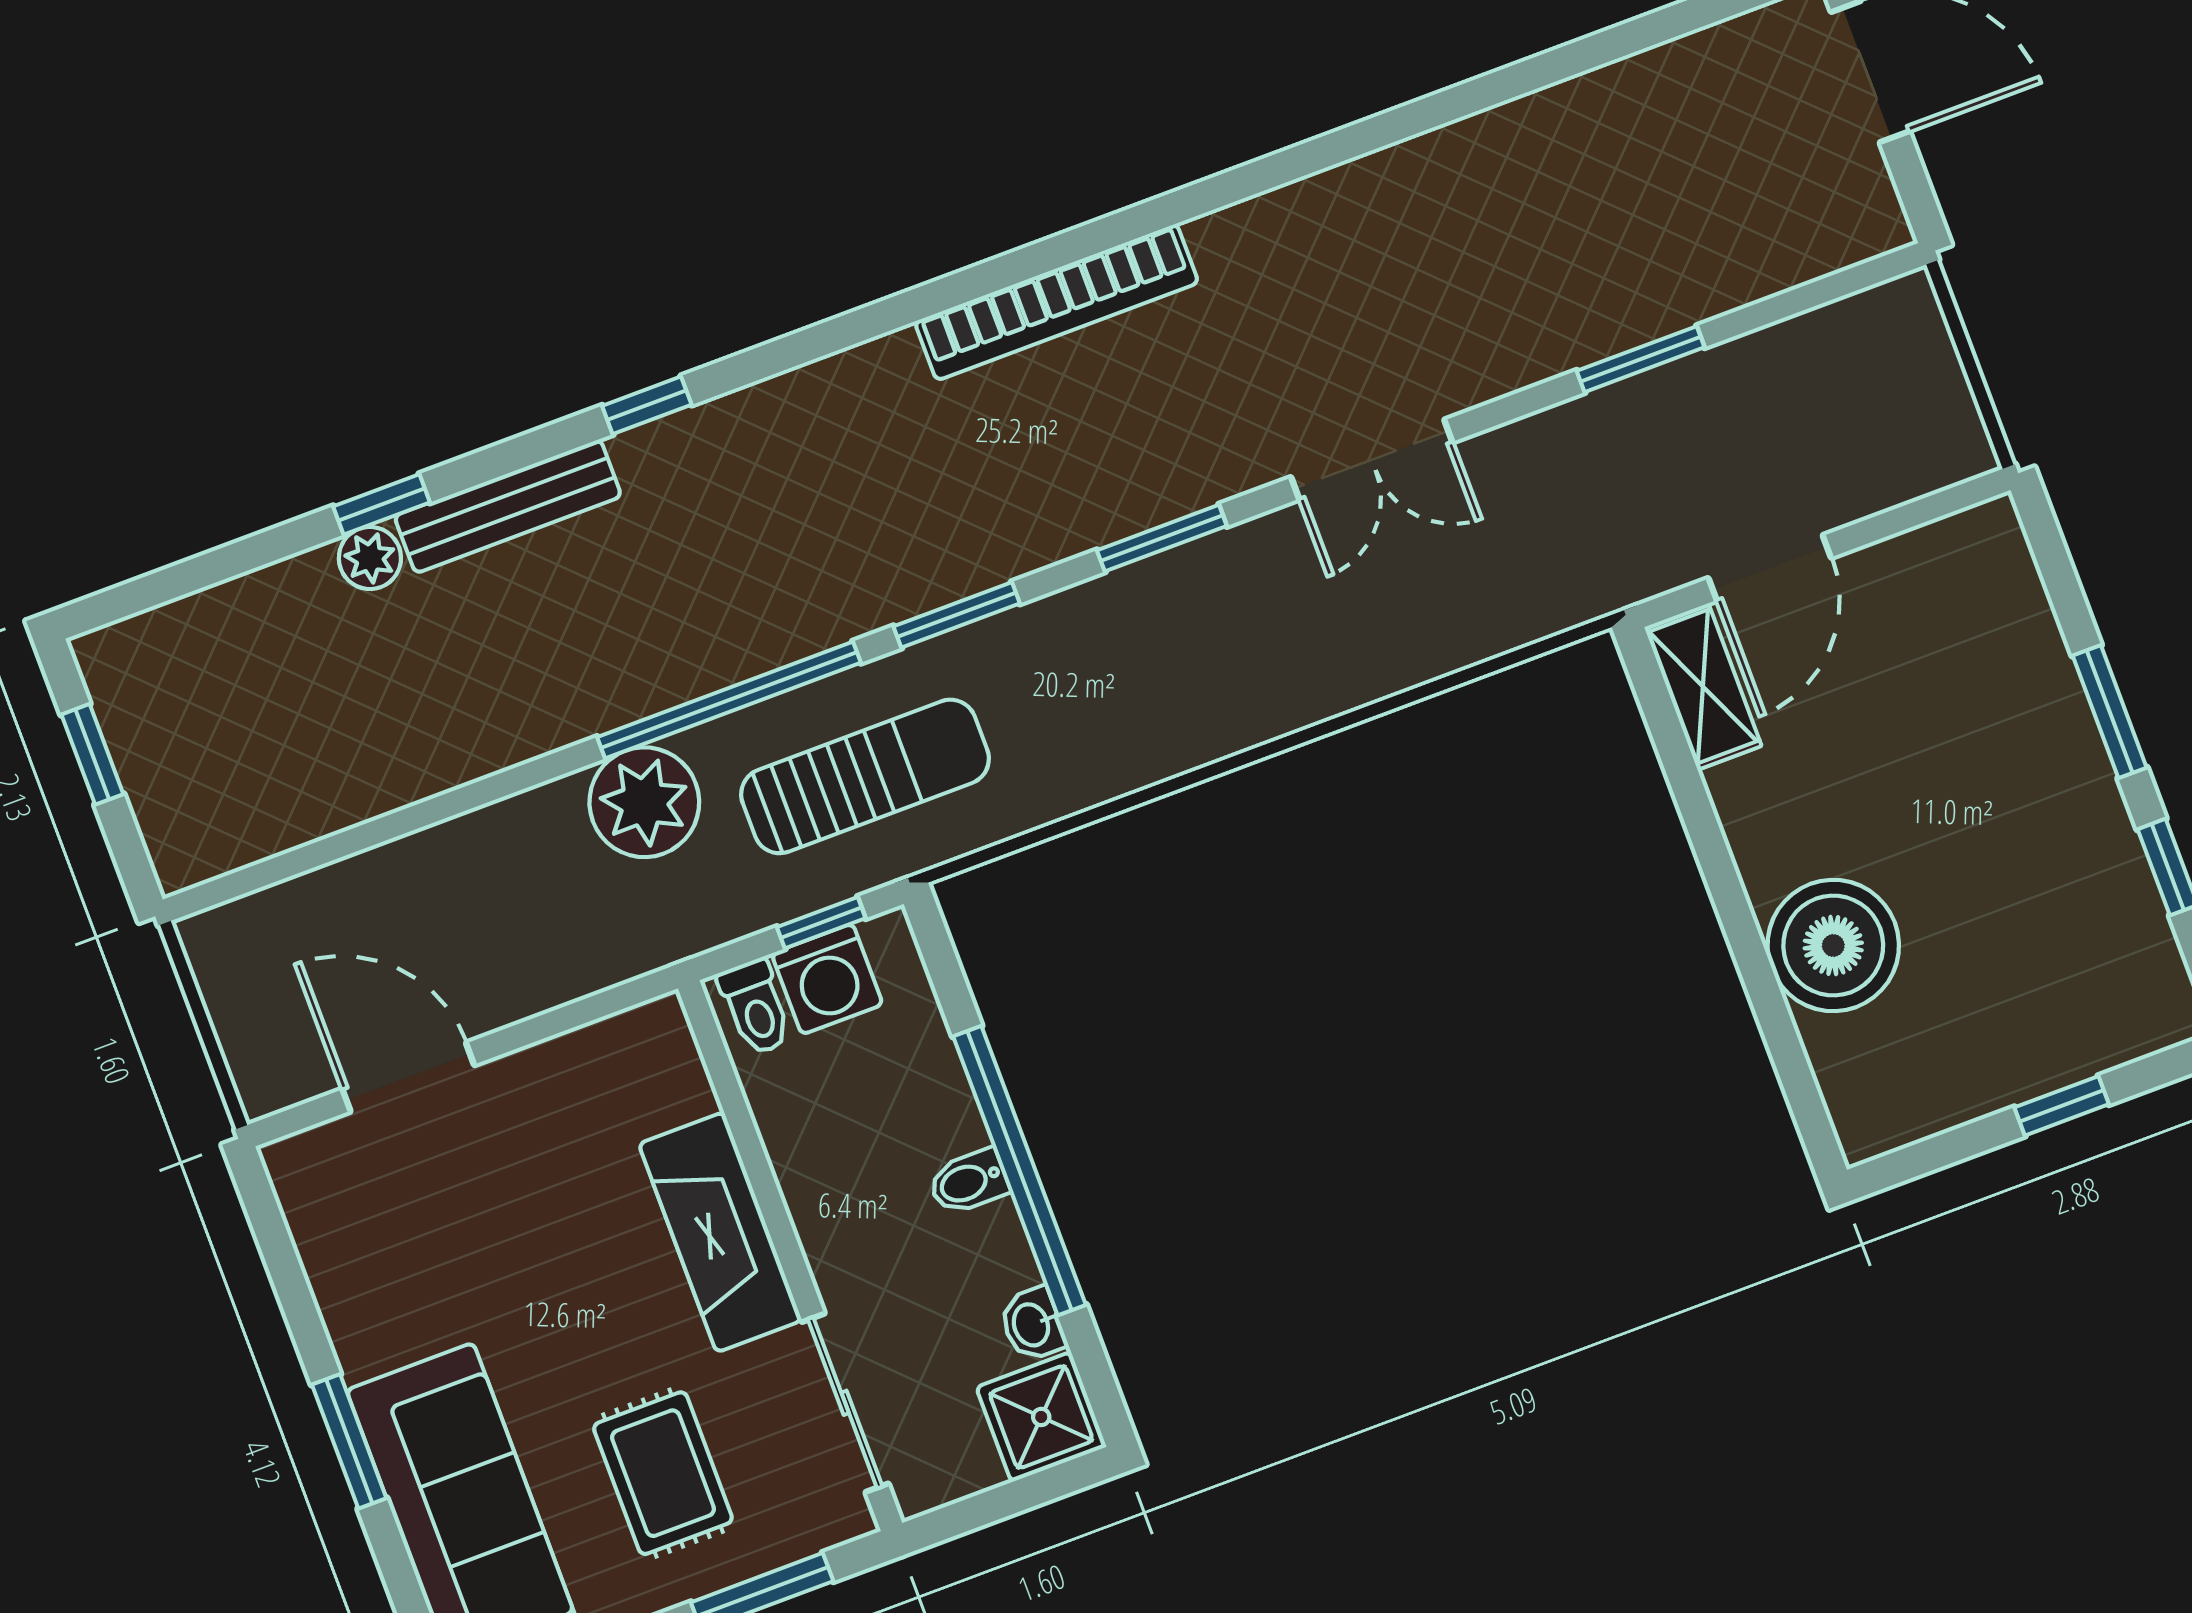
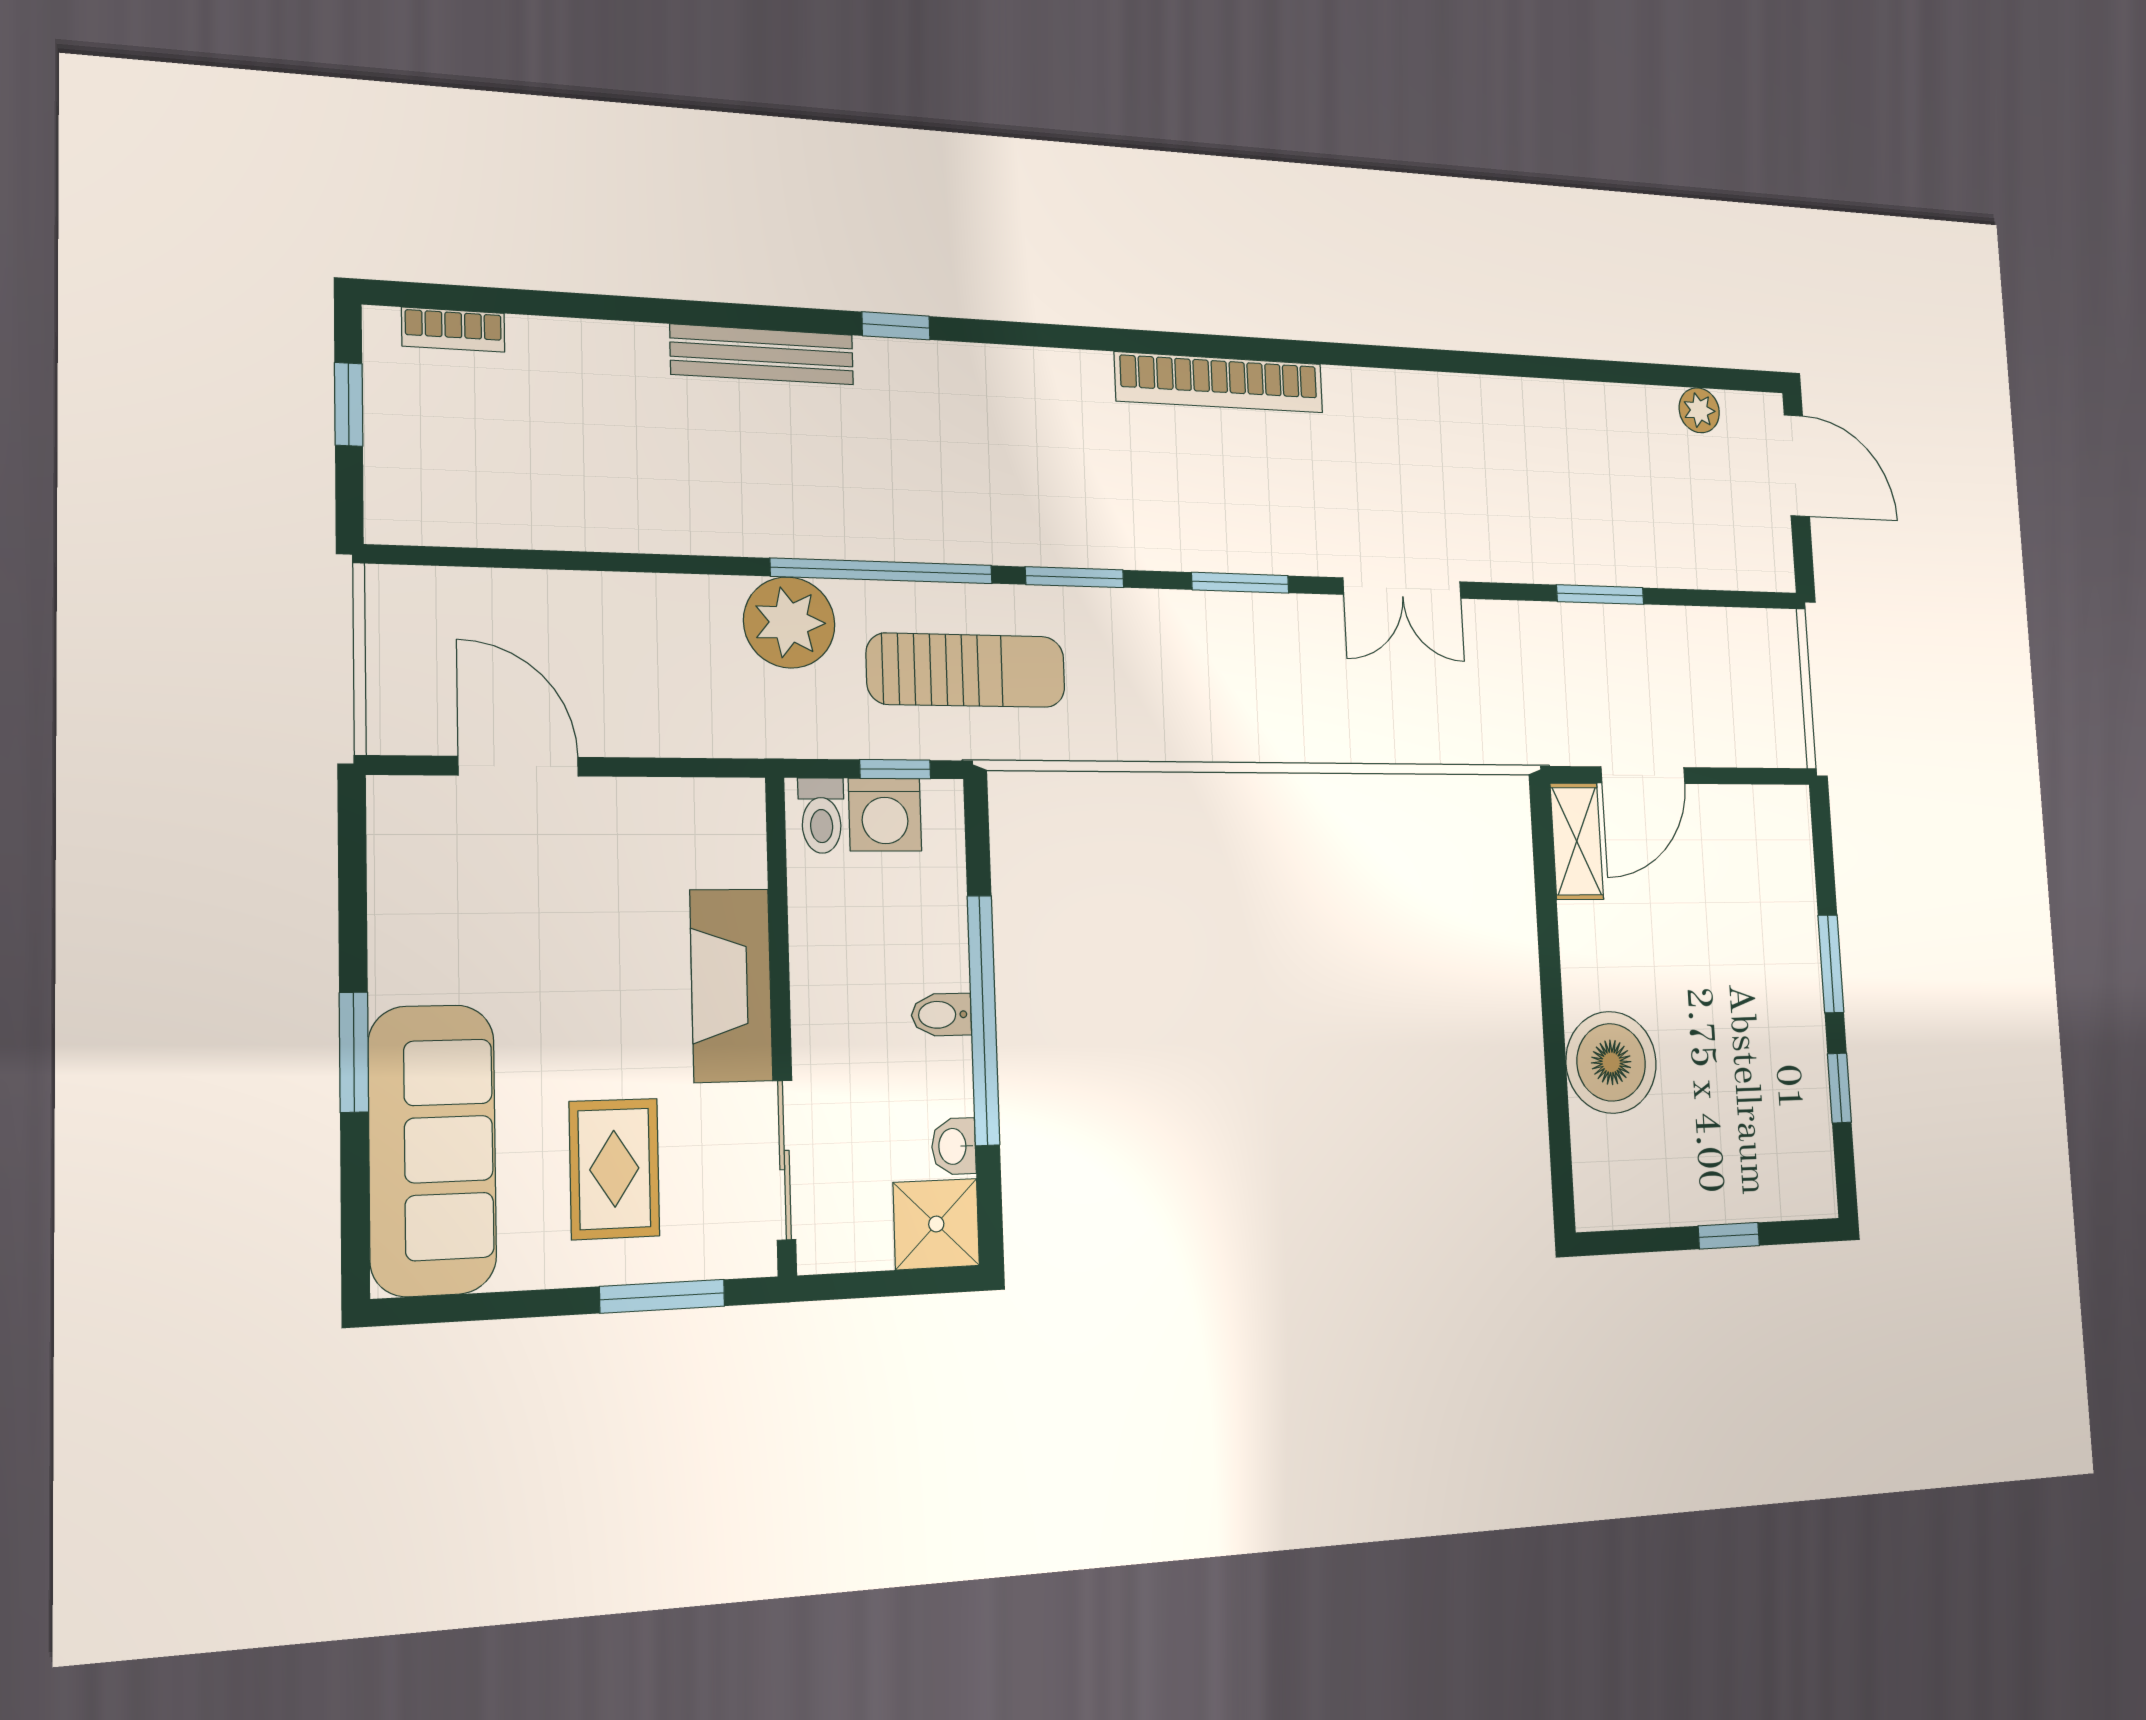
window: (381, 504) -> (663, 311), removed
plant: (370, 558) -> (1699, 410), moved
bookcase: (168, 625) -> (453, 330), added

